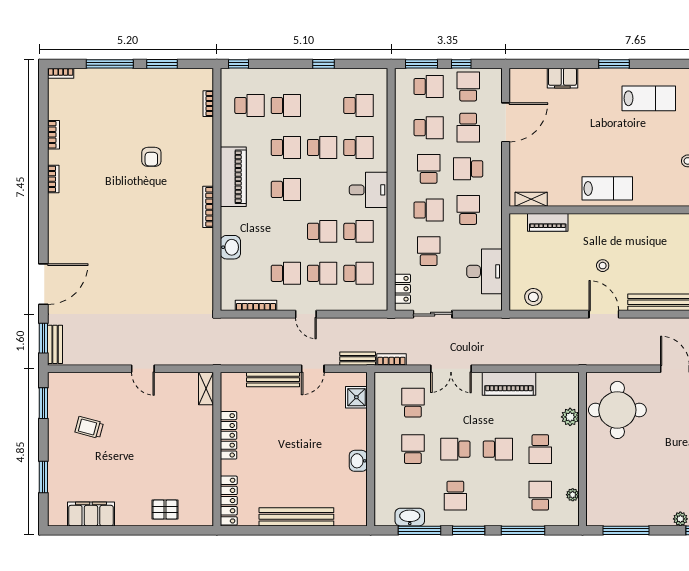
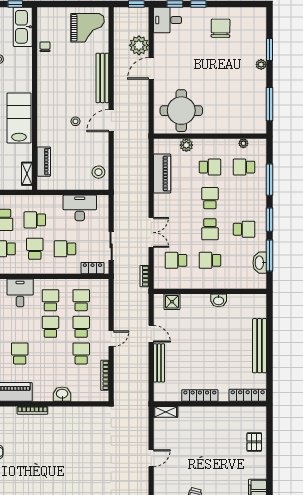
lab bench: (607, 188) -> (19, 118), width x1.36, depth x1.39
bench: (358, 359) -> (144, 301), removed
piano: (509, 384) -> (162, 174), moved

